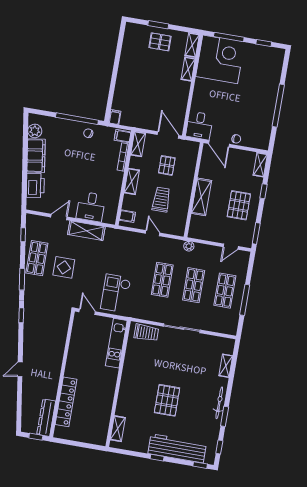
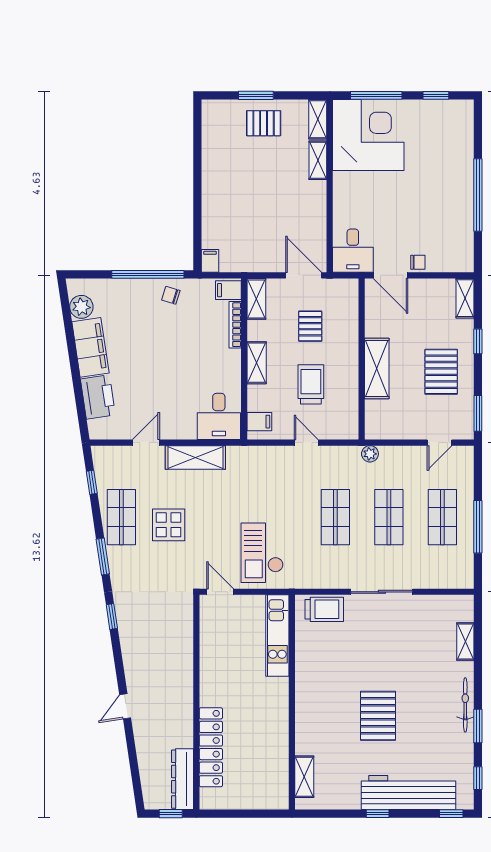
desk: (91, 207) -> (219, 416), moved

